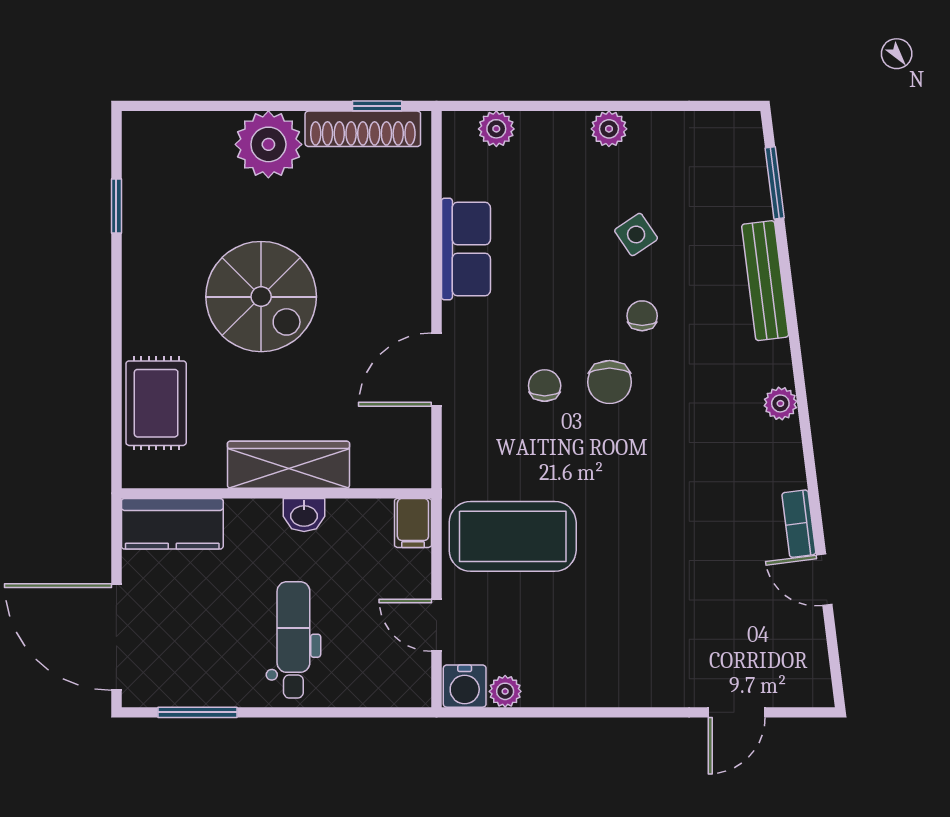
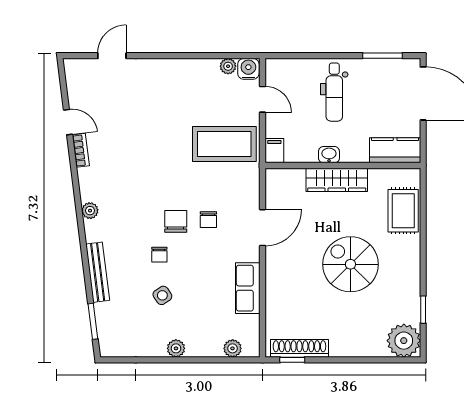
plant: (268, 144) -> (404, 341), moved

